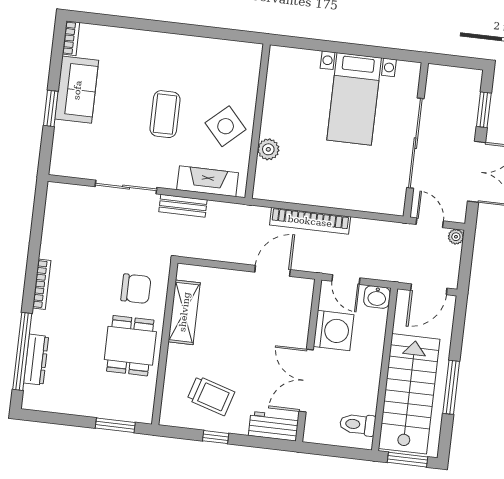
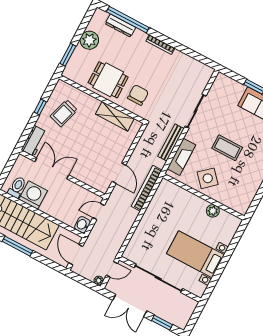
plant: (268, 149) -> (213, 211), moved
bench: (183, 206) -> (171, 143), width x1.36
bookcase: (310, 221) -> (147, 188), moved
chair: (136, 289) -> (138, 95), turned 180
washing machine: (334, 331) -> (33, 195), moved, turned 180
plant: (79, 400) -> (89, 40), added

